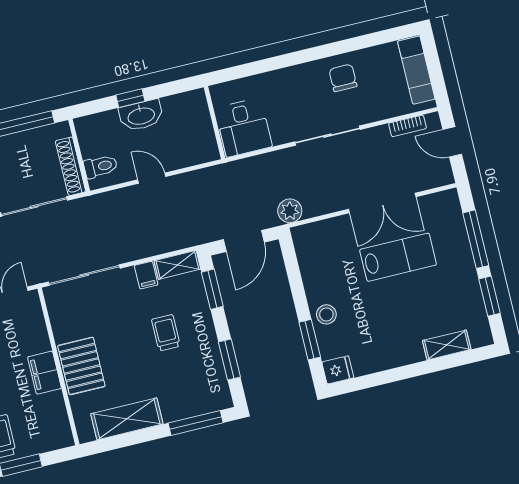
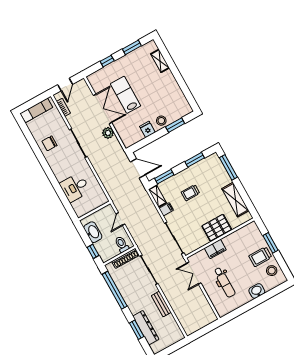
window: (130, 98) -> (93, 251), moved
wall: (215, 123) -> (94, 211), moved
desk: (244, 127) -> (75, 187), moved, turned 180
plant: (290, 211) -> (108, 133), moved
window: (476, 239) -> (107, 61), width x0.46
fridge: (338, 370) -> (147, 129), moved
filing cabinet: (45, 373) -> (215, 249), moved

